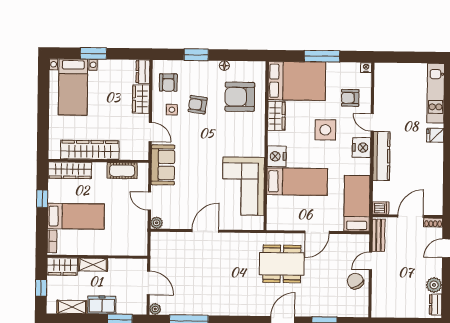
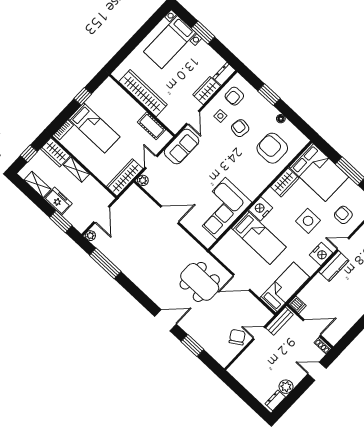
door: (372, 122) -> (343, 244), hinge flipped
kitchen counter: (381, 156) -> (334, 266), width x0.67
wardrobe: (70, 170) -> (125, 177), moved, turned 90

